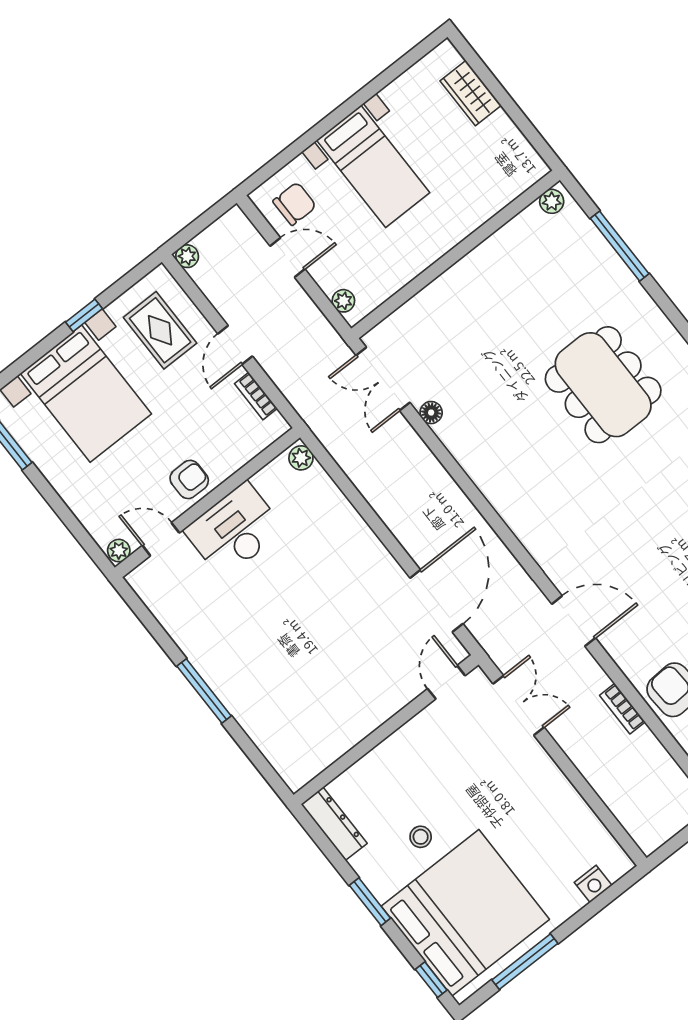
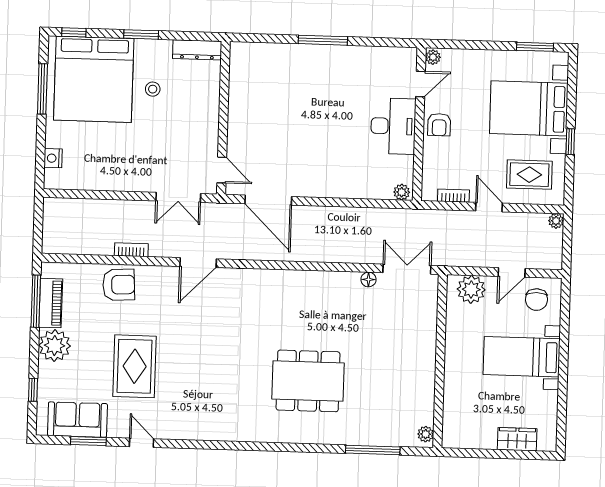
plant: (343, 301) -> (471, 289), width x1.87, depth x1.87

